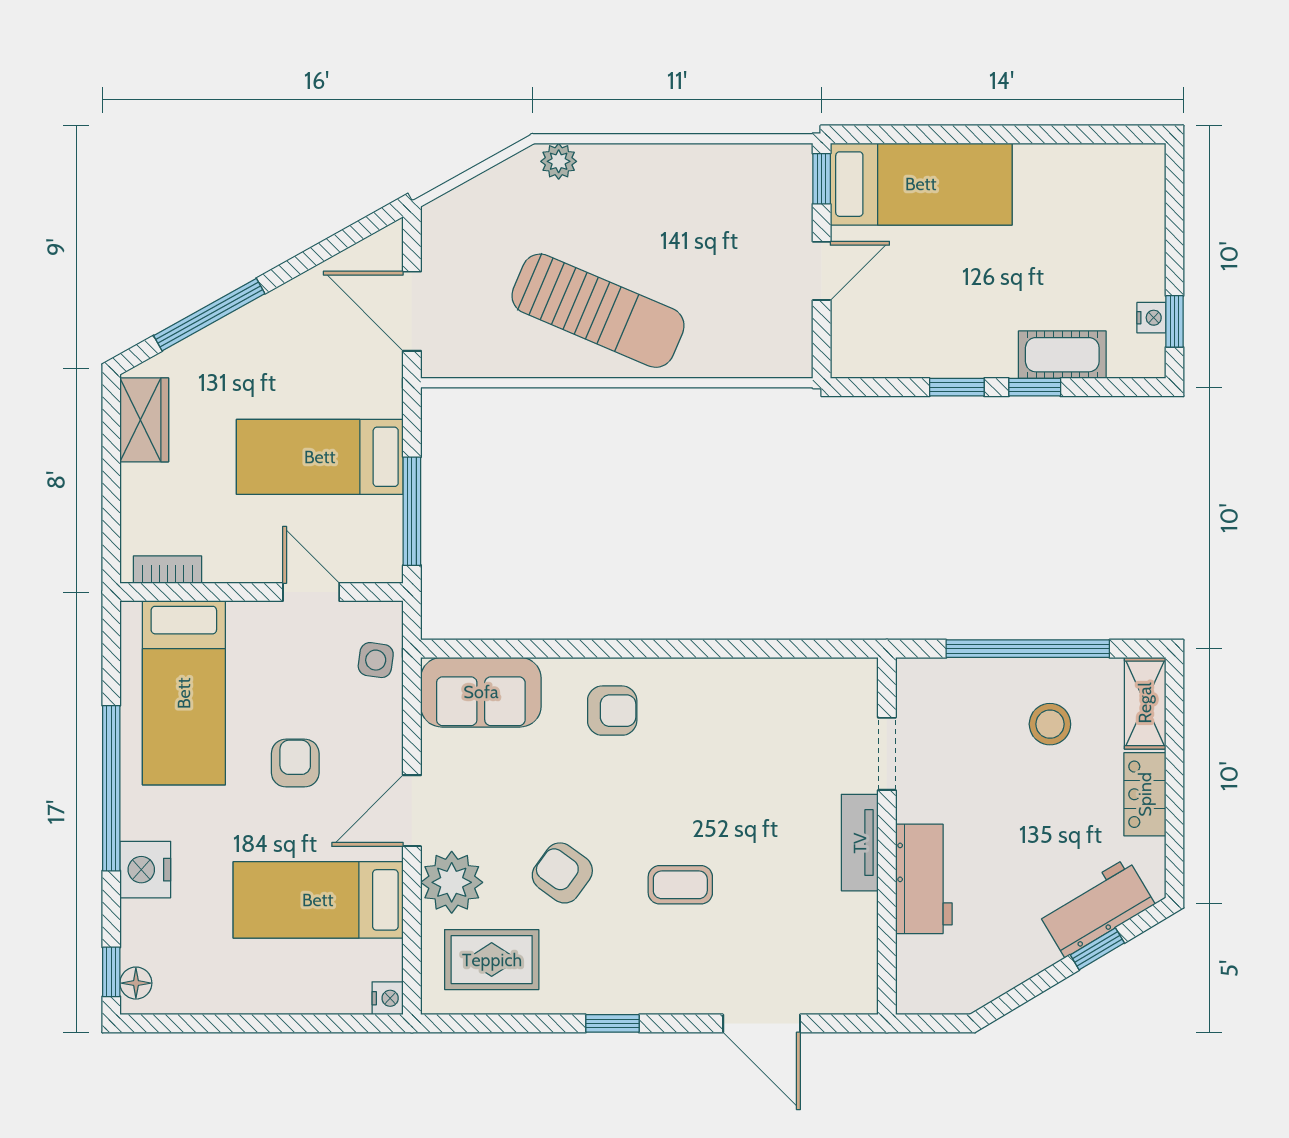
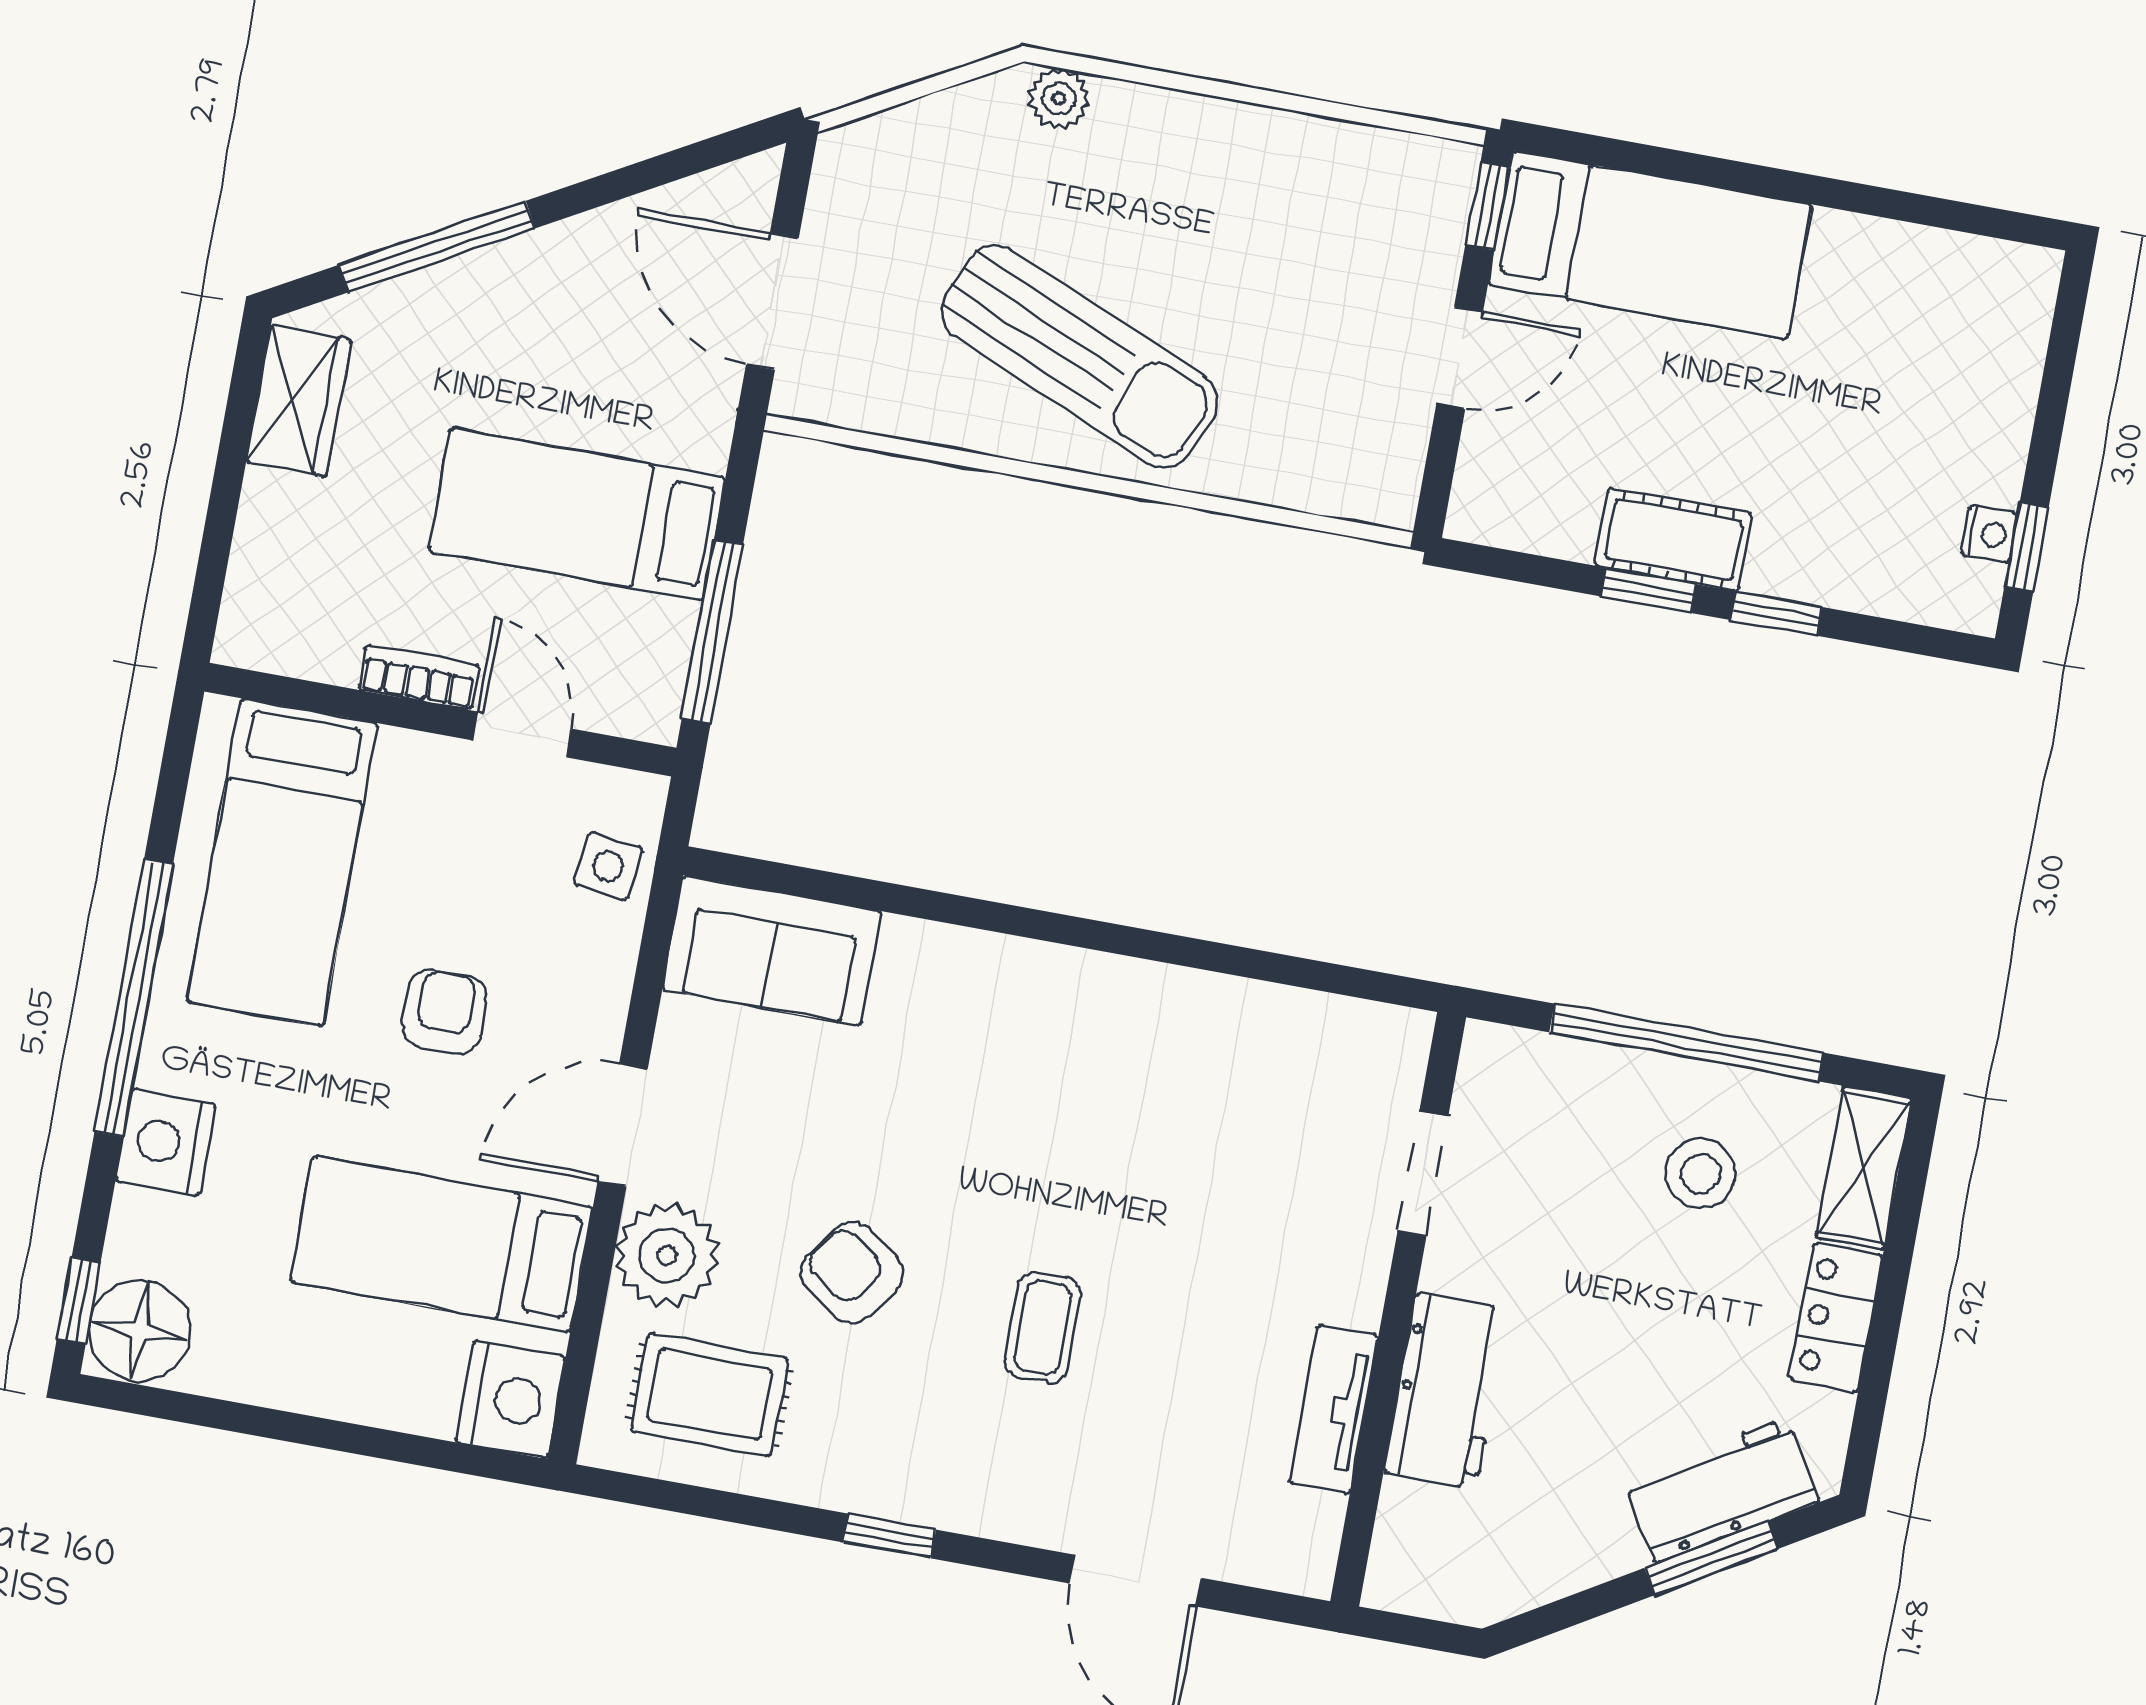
cot: (1062, 355) -> (1674, 540), moved
bookcase: (167, 570) -> (419, 678), moved
armchair: (612, 711) -> (983, 1020), removed
tv unit: (860, 843) -> (1334, 1409), moved
coffee table: (680, 885) -> (1043, 1328), turned 90
window: (1097, 949) -> (1711, 1558), width x1.50
floor lamp: (136, 983) -> (139, 1331), width x1.89, depth x1.89
nightstand: (388, 998) -> (510, 1399), width x1.89, depth x1.79

